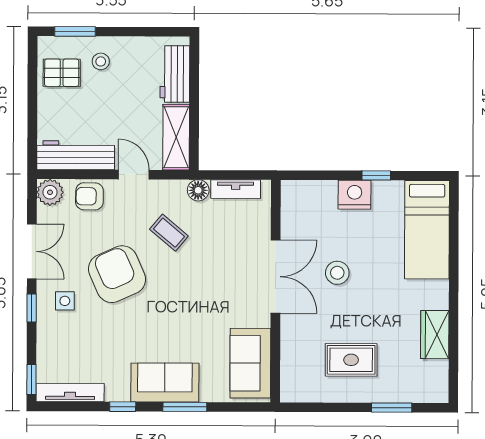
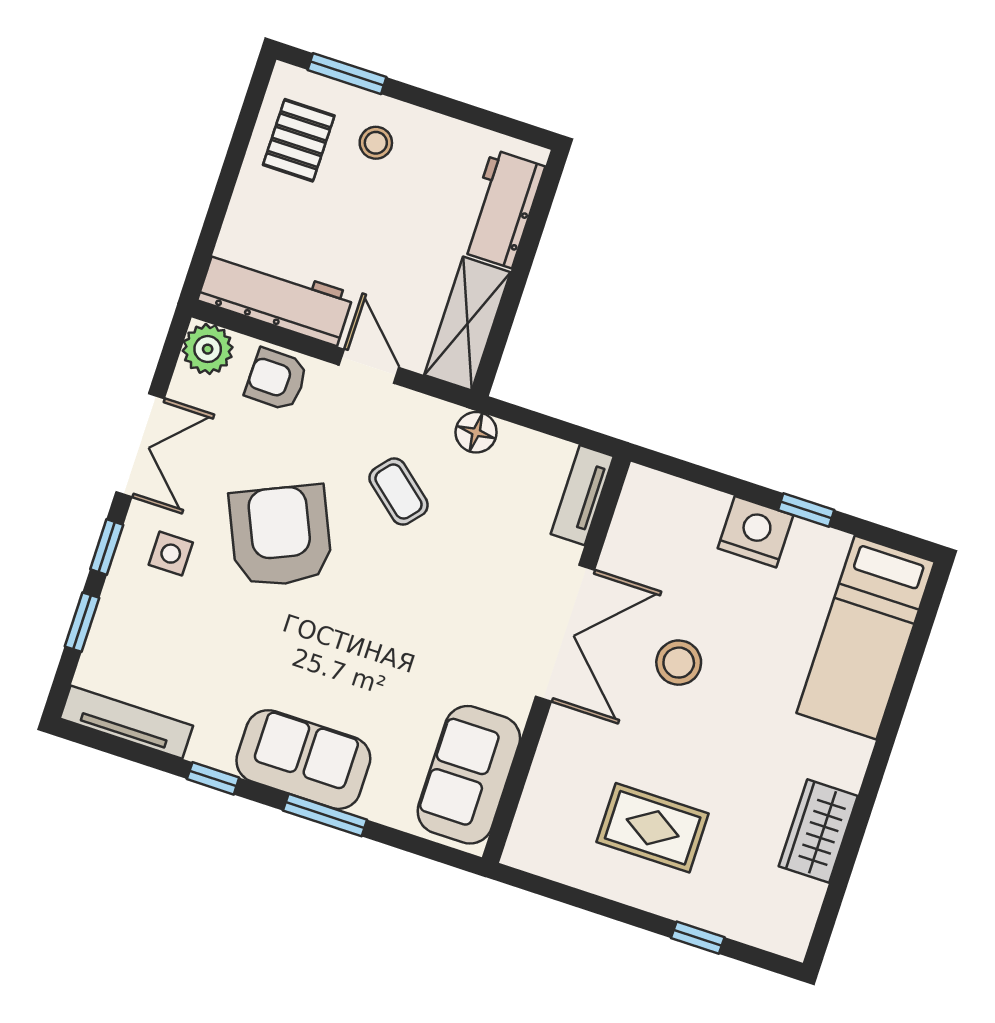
pallet: (62, 73) -> (299, 140), turned 90
tv unit: (236, 189) -> (582, 495), moved, turned 90
window: (31, 380) -> (82, 622), moved
window: (392, 408) -> (698, 938), width x0.67

